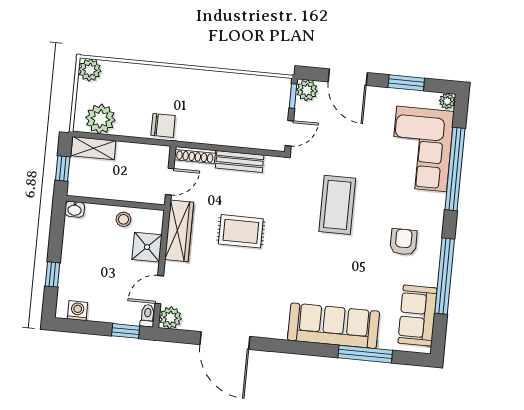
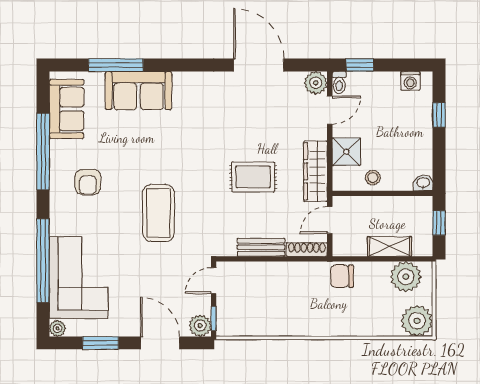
plant: (90, 70) -> (417, 321), width x1.36, depth x1.36
shelving: (93, 148) -> (390, 246), moved
sofa: (333, 326) -> (138, 91), width x0.73

